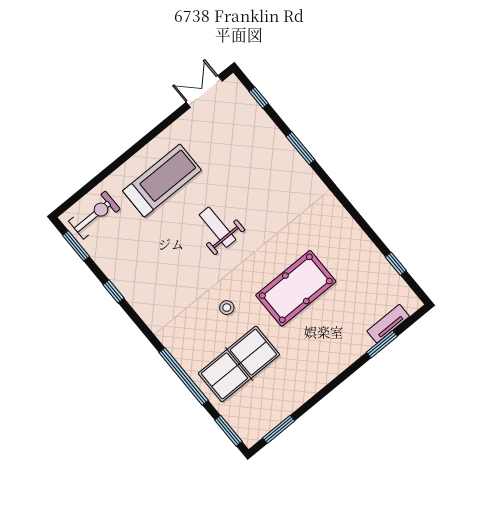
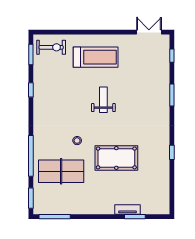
window: (396, 264) -> (172, 152), moved
tv unit: (388, 324) -> (127, 209), moved
window: (279, 429) -> (55, 217), width x1.44

